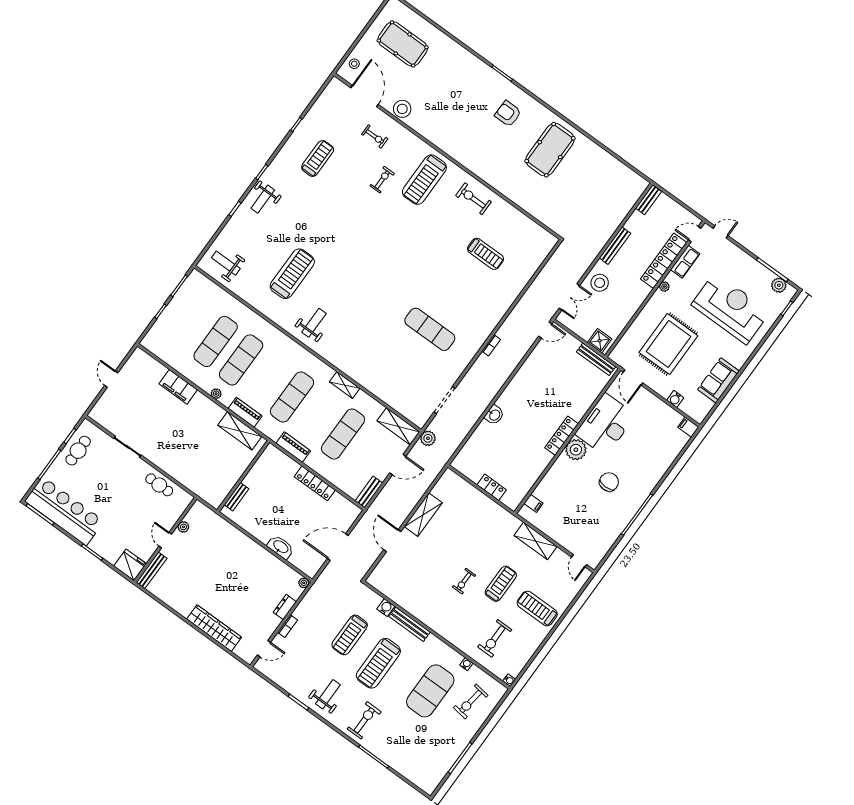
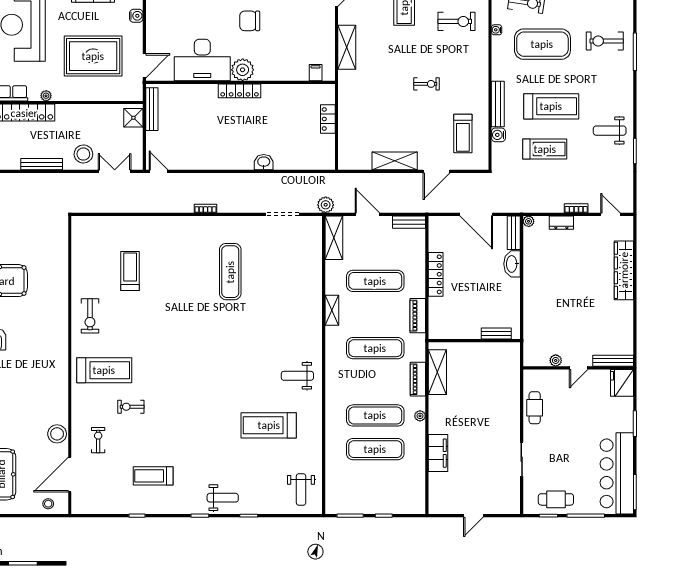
bench: (303, 565) -> (514, 233), added
treadmill: (501, 584) -> (463, 133), moved, turned -90
exercise bike: (364, 720) -> (605, 41), moved

